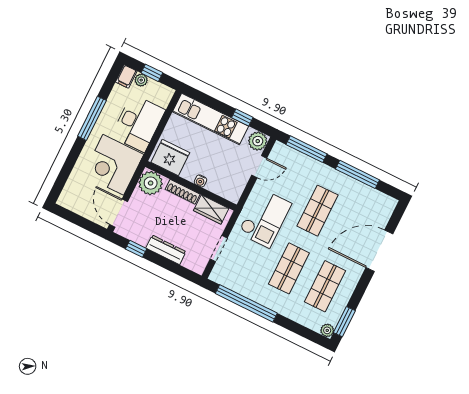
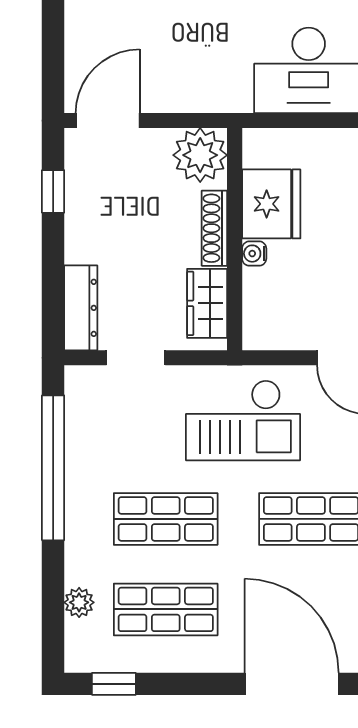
fridge: (170, 157) -> (271, 204), moved
corner desk: (113, 165) -> (200, 62), removed
dresser: (166, 250) -> (81, 308), moved
window: (344, 322) -> (114, 684), width x0.67
plant: (327, 330) -> (79, 602), moved

